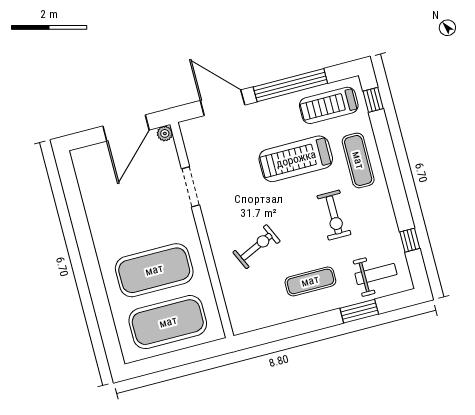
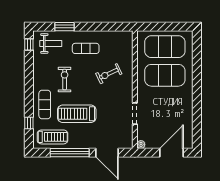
window: (373, 100) -> (29, 123), moved
door: (126, 128) -> (171, 153), moved
treadmill: (296, 159) -> (77, 114), turned 180
window: (410, 240) -> (29, 45), moved
weight bench: (376, 274) -> (51, 43), turned 180

